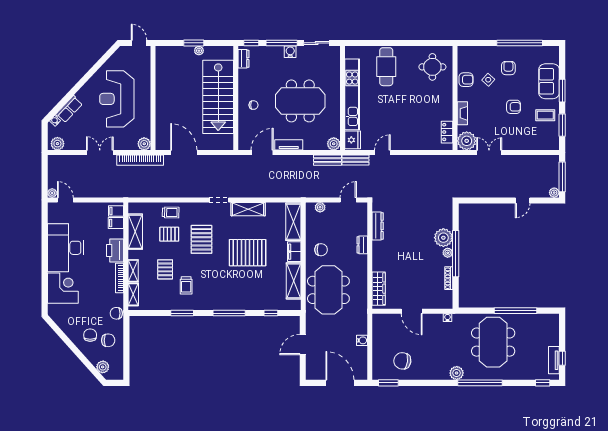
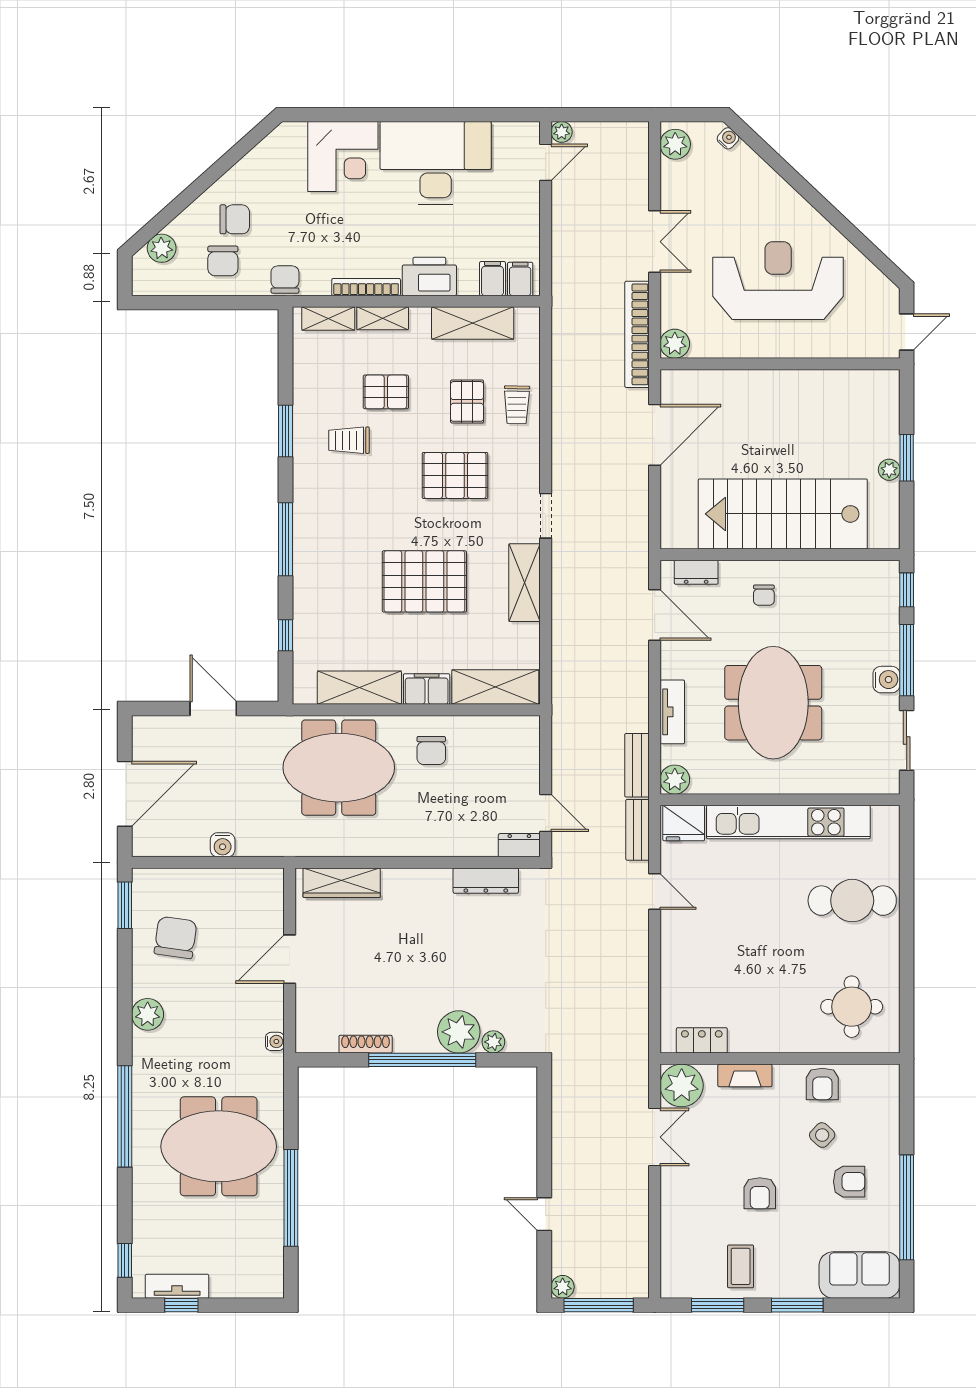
dresser: (244, 59) -> (696, 572), moved
sofa: (549, 81) -> (859, 1275), moved
row of seats: (69, 109) -> (755, 171), removed
tv unit: (289, 145) -> (672, 712), moved
plant: (320, 207) -> (529, 748), removed
dresser: (362, 245) -> (519, 845), moved
pallet: (248, 253) -> (424, 581), turned 90
plant: (448, 253) -> (493, 1042), moved
plant: (457, 373) -> (148, 1014), moved

